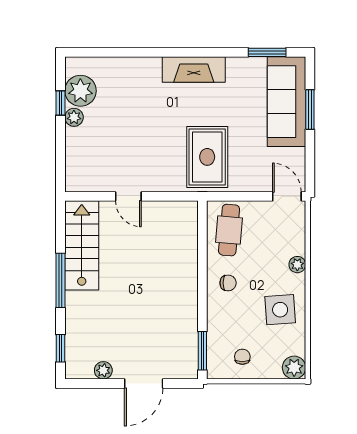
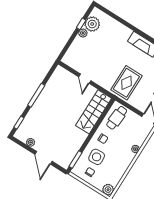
stairs: (82, 245) -> (94, 112), moved, turned 180
side table: (280, 310) -> (97, 157), moved
door: (144, 383) -> (43, 158), hinge flipped

